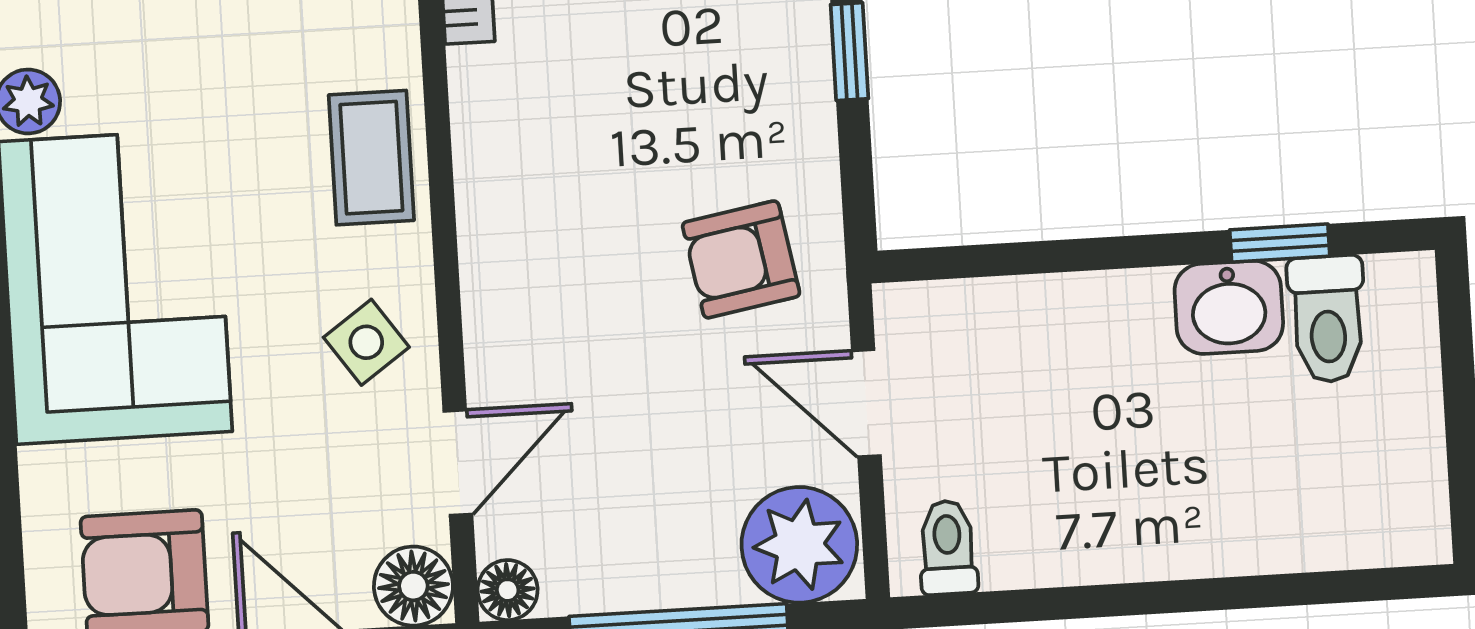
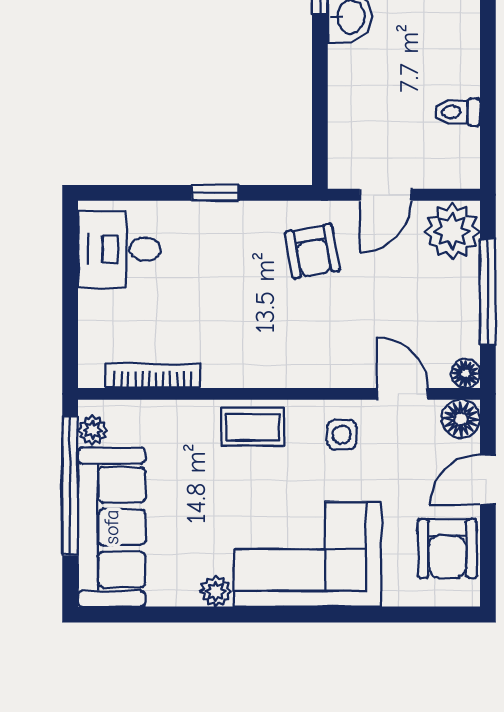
side table: (366, 342) -> (342, 435), turned 35
toilet: (948, 547) -> (458, 112), moved

